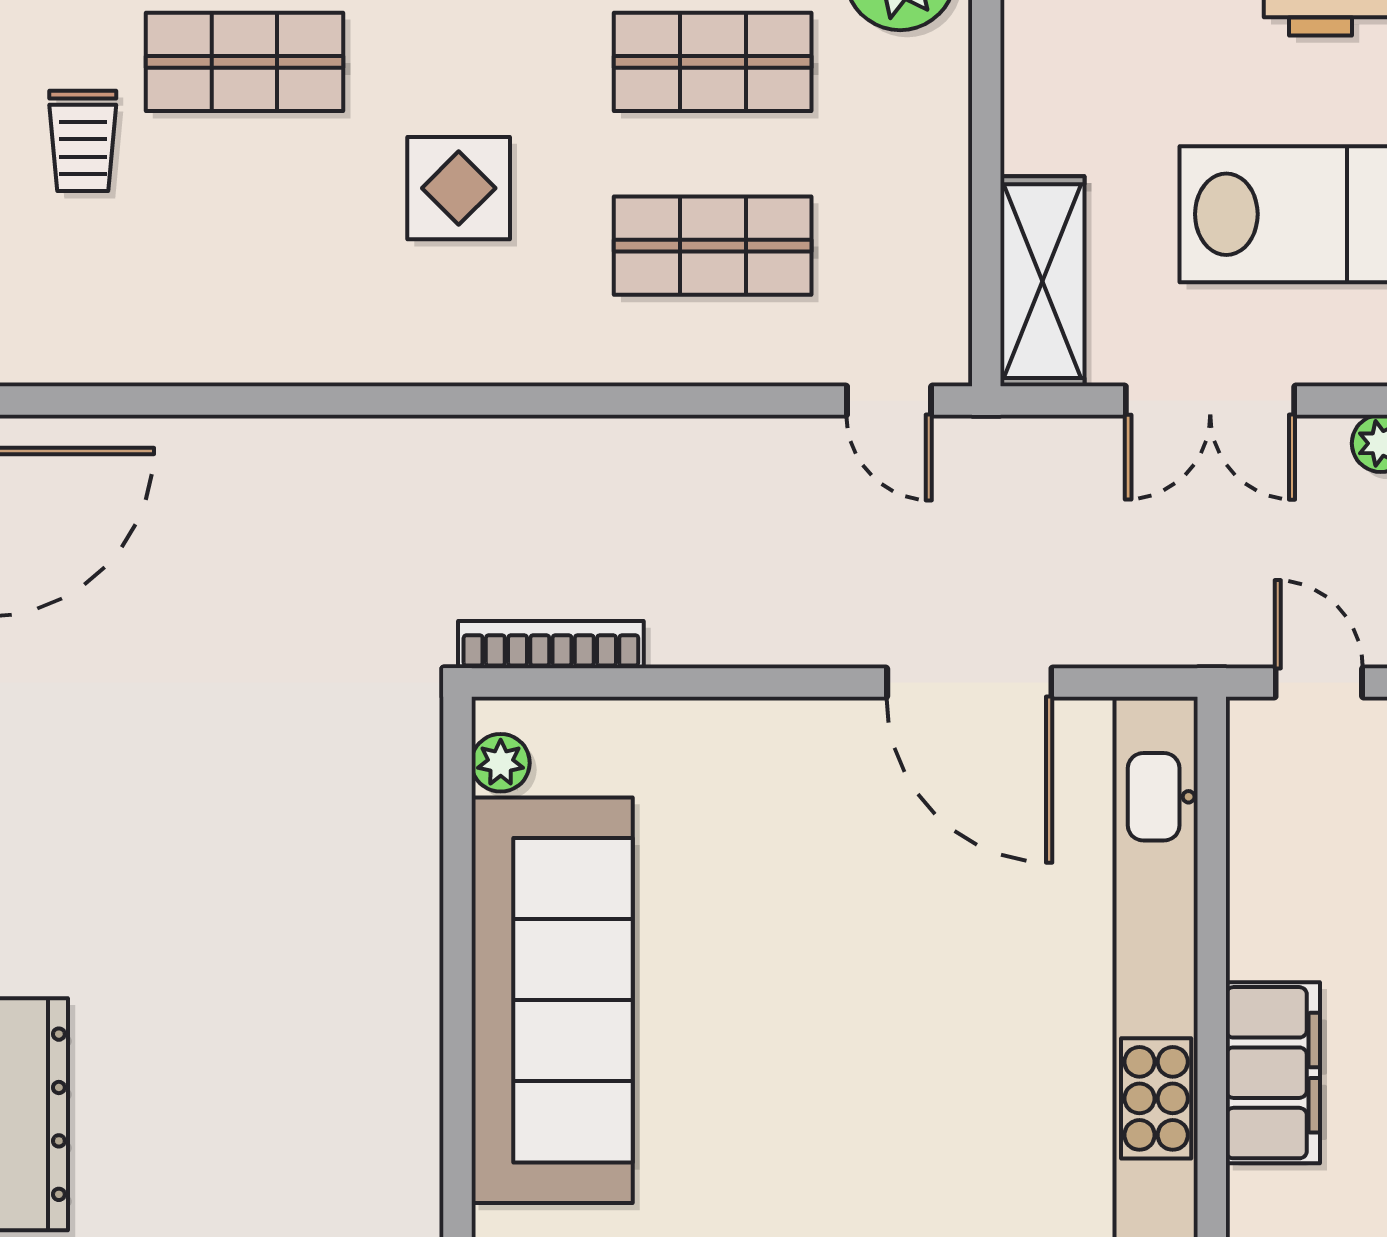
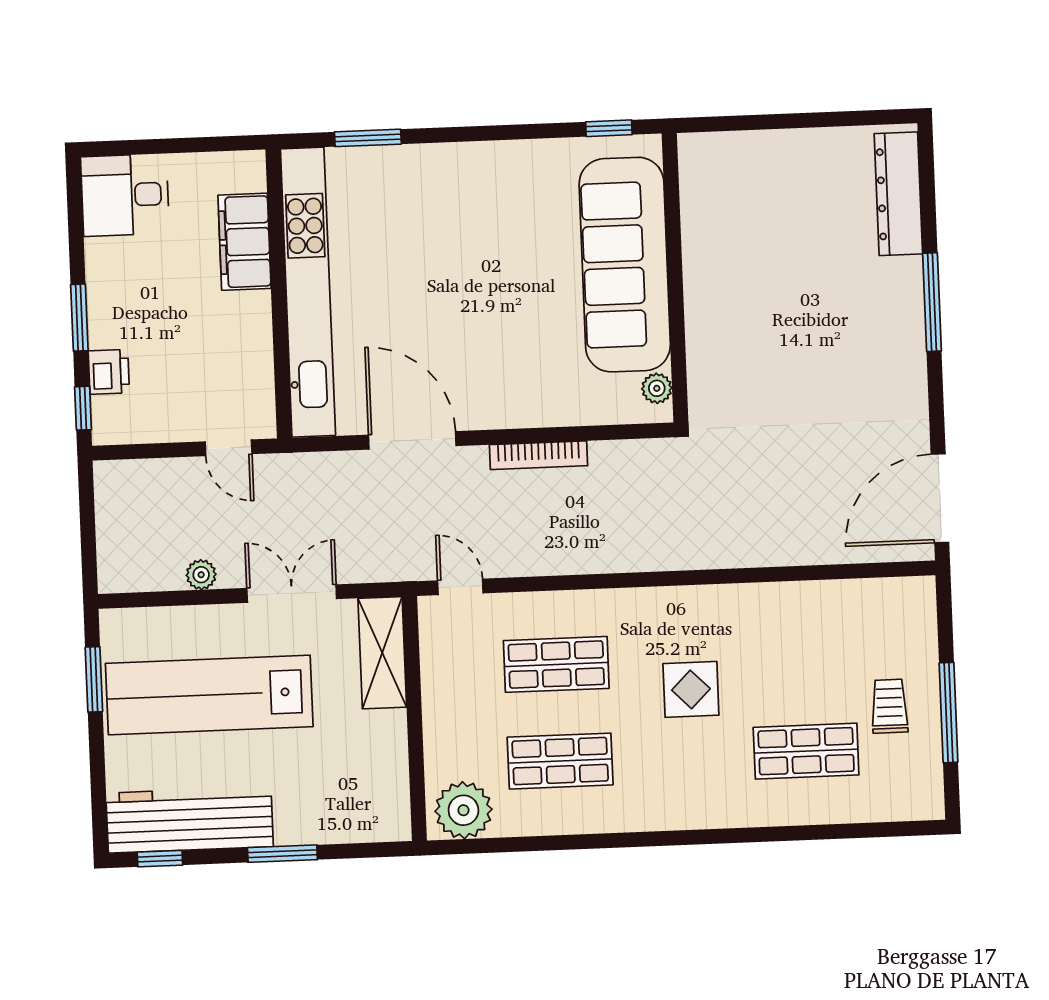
bookcase: (551, 645) -> (539, 455), moved

